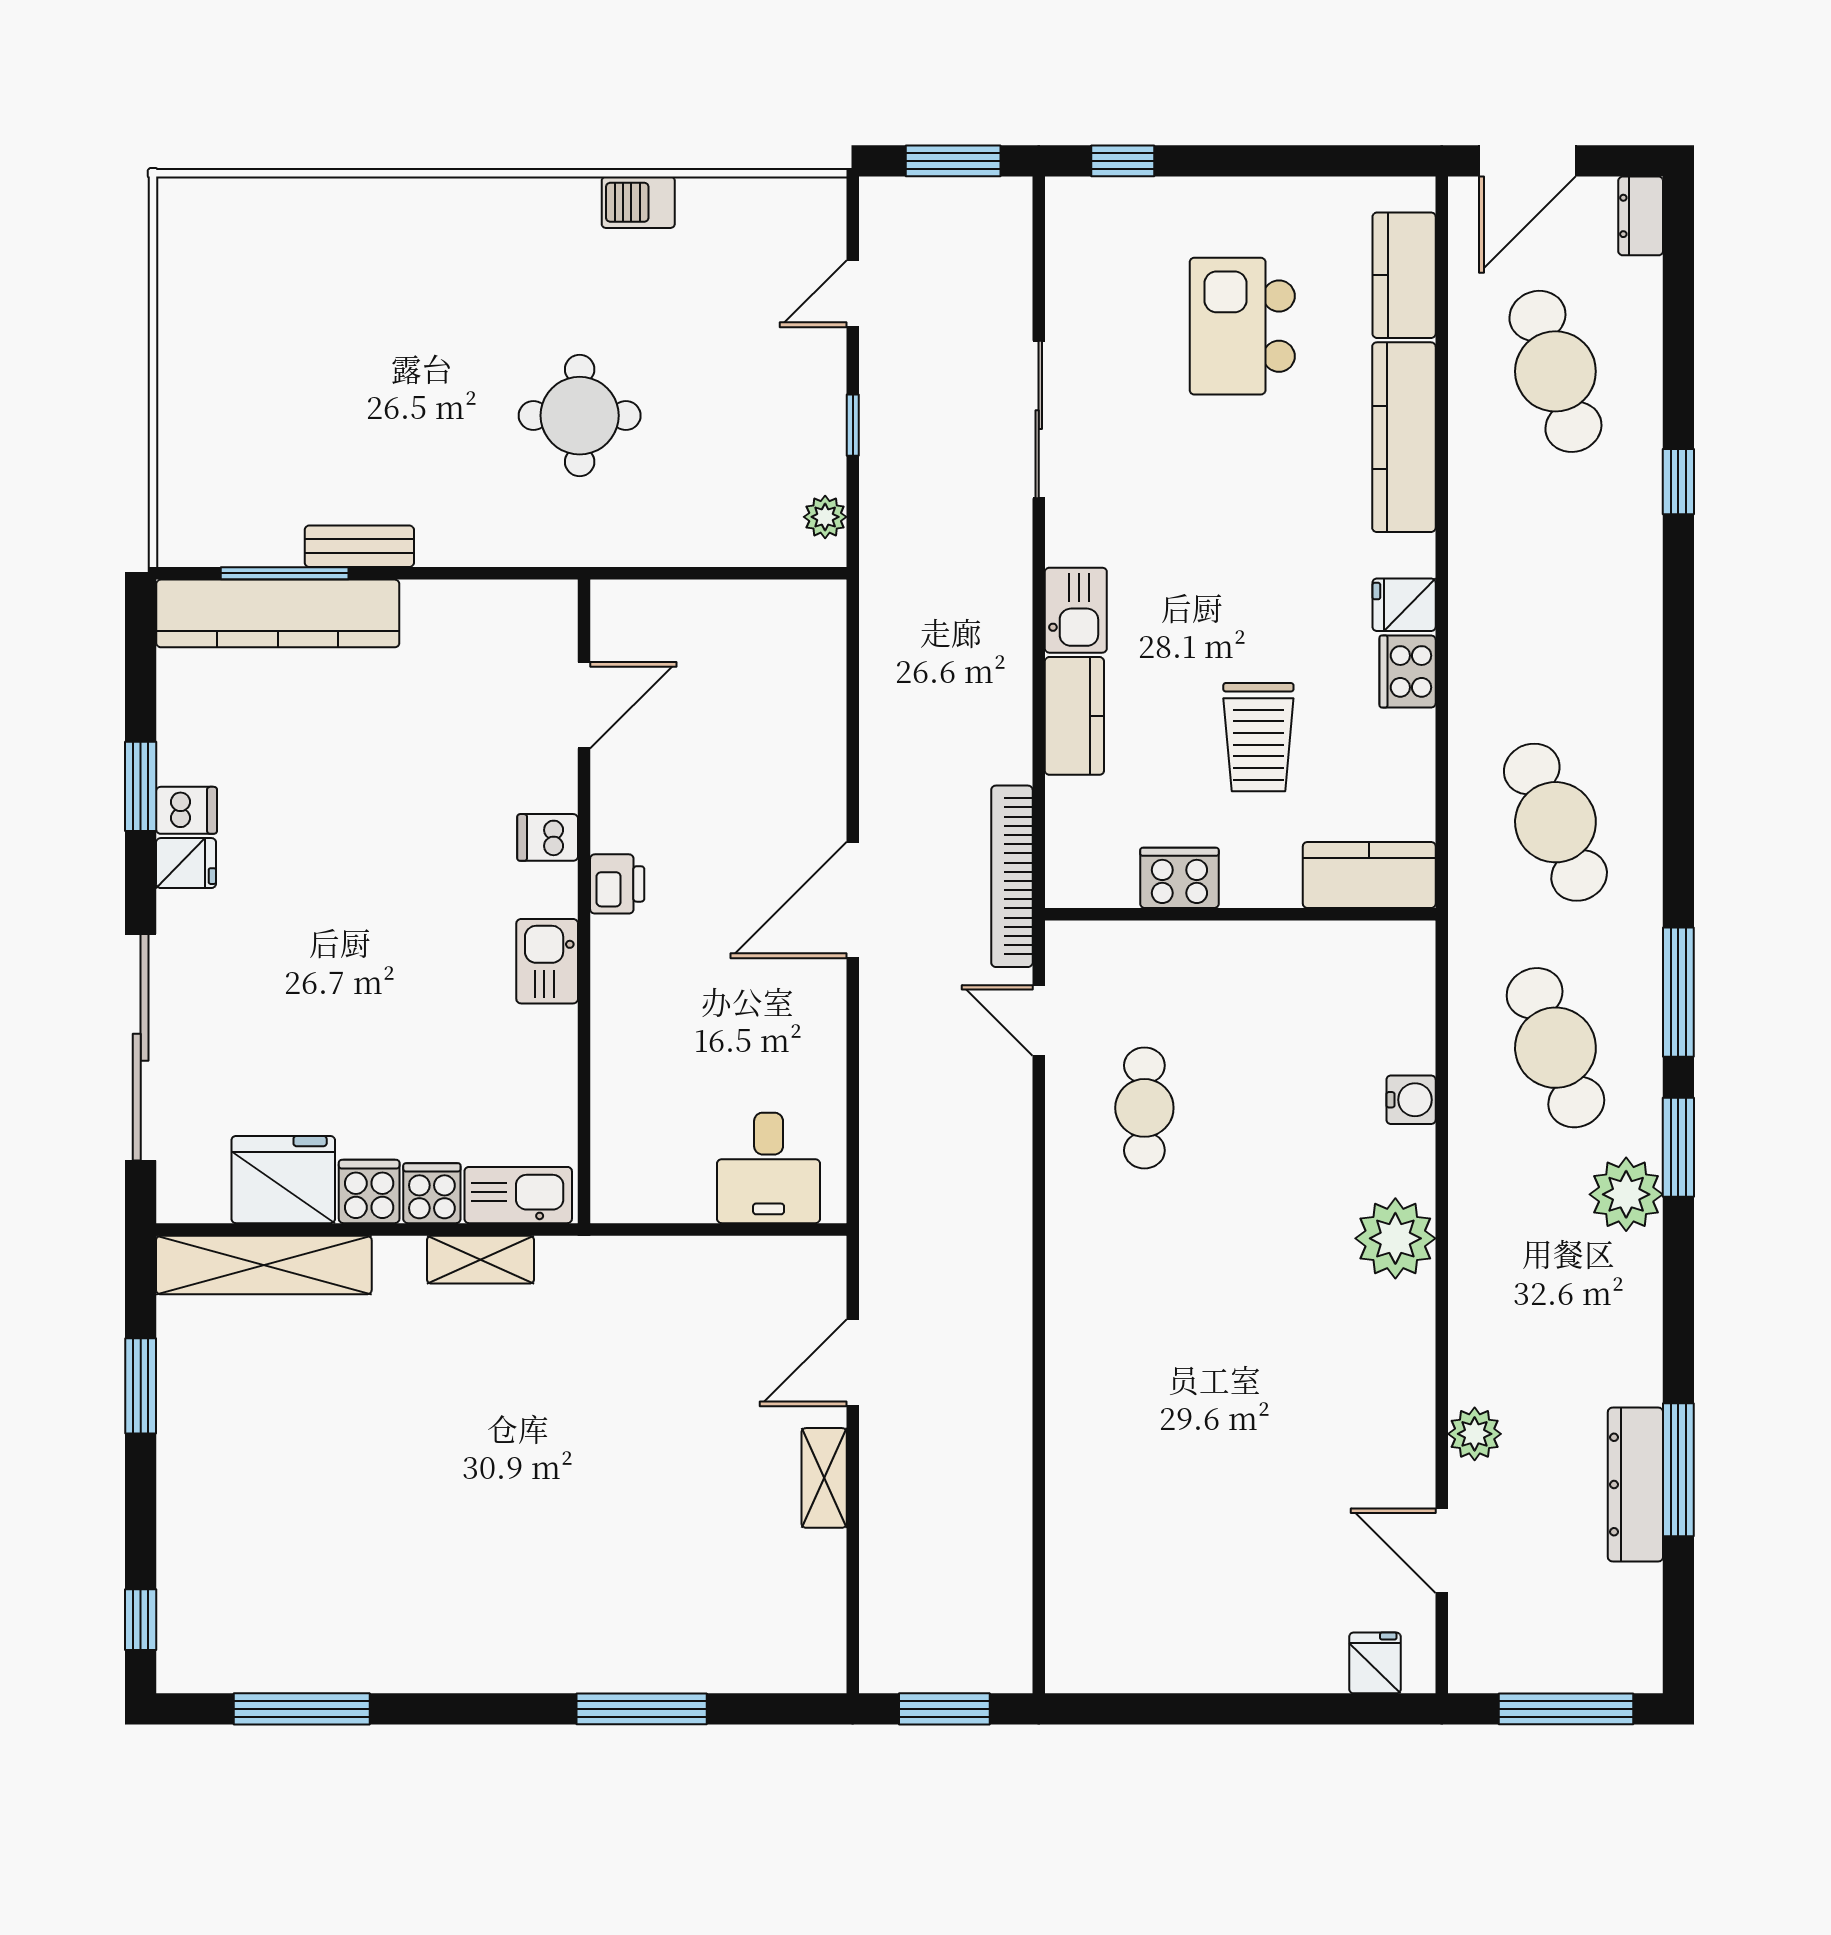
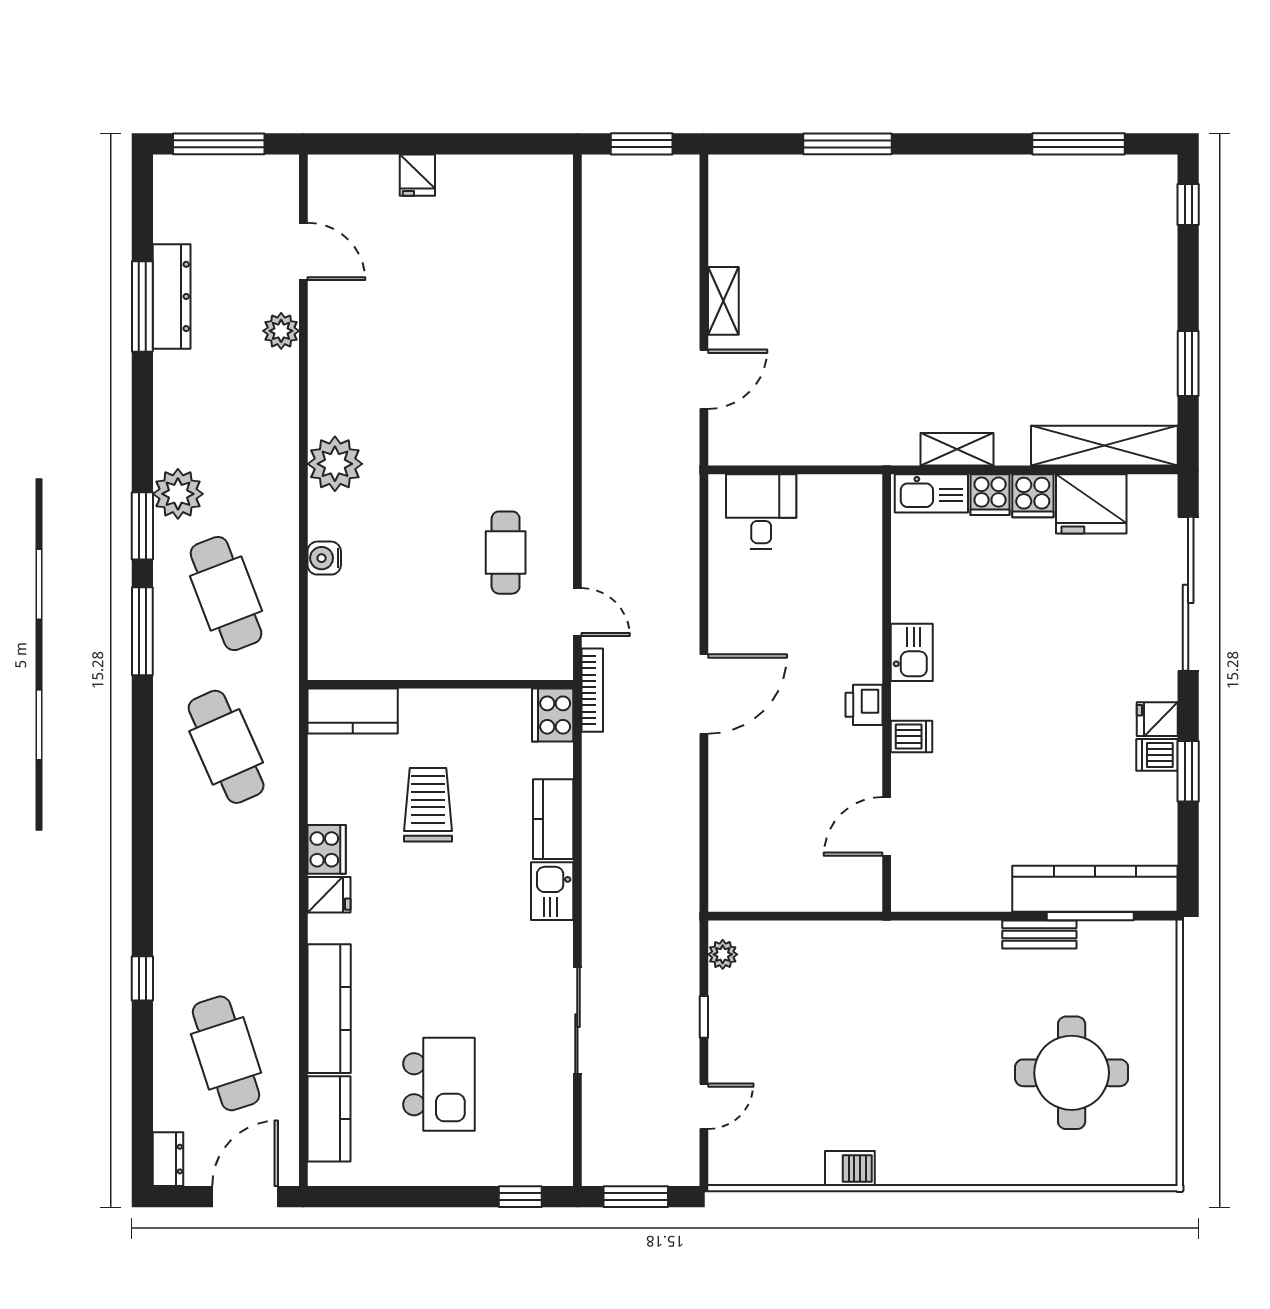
round table: (580, 416) -> (1072, 1073), moved, width x1.36, depth x1.36
bookcase: (1012, 876) -> (592, 690), width x0.68, depth x0.76
cooker: (1179, 878) -> (553, 715), moved, turned 90
fridge: (1375, 1663) -> (417, 175), moved

